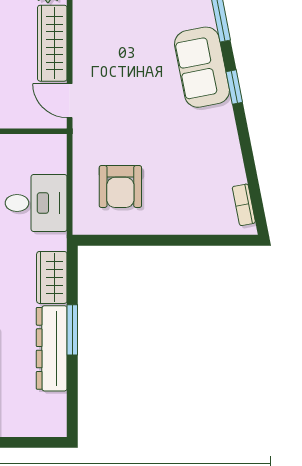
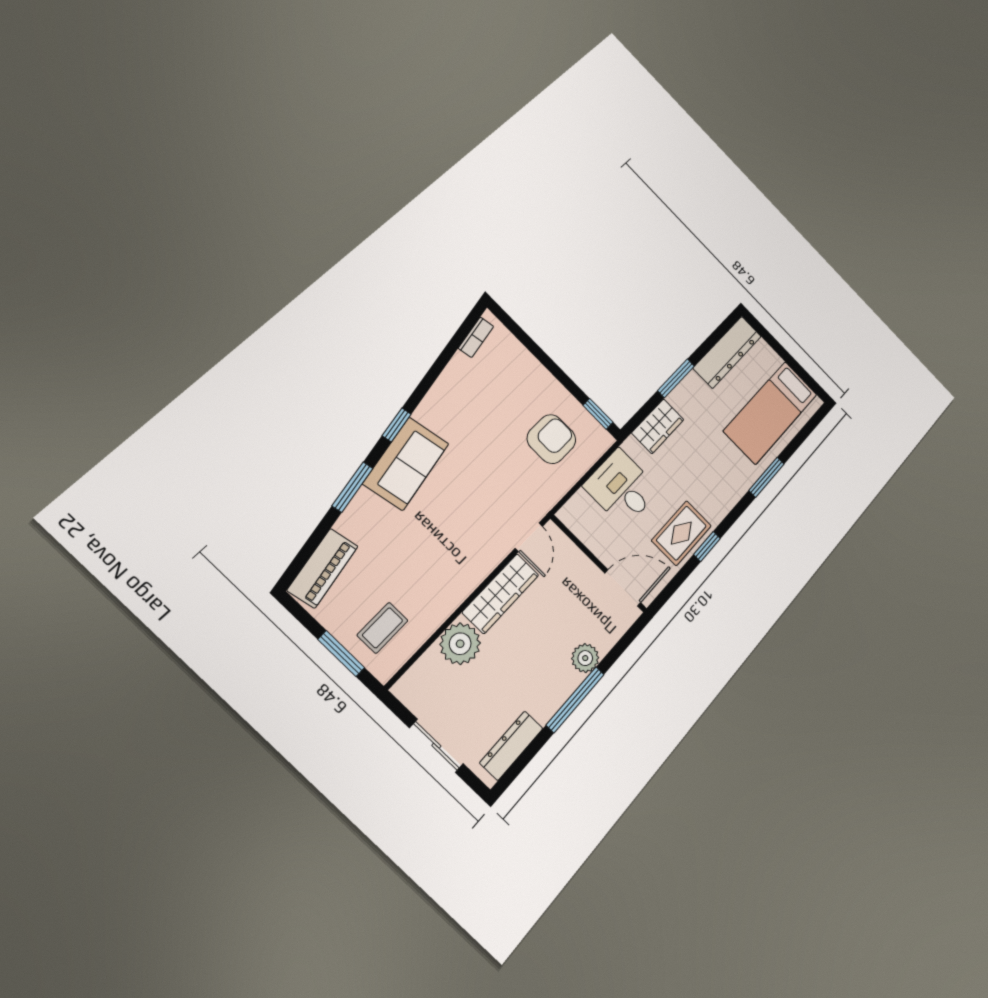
window: (105, 240) -> (598, 414), added
dresser: (52, 348) -> (727, 352), moved

